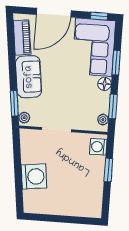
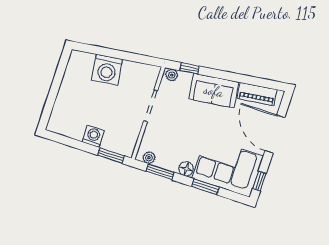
window: (14, 103) -> (190, 68), width x0.67
washing machine: (98, 147) -> (93, 136), moved
window: (108, 170) -> (111, 156), moved

